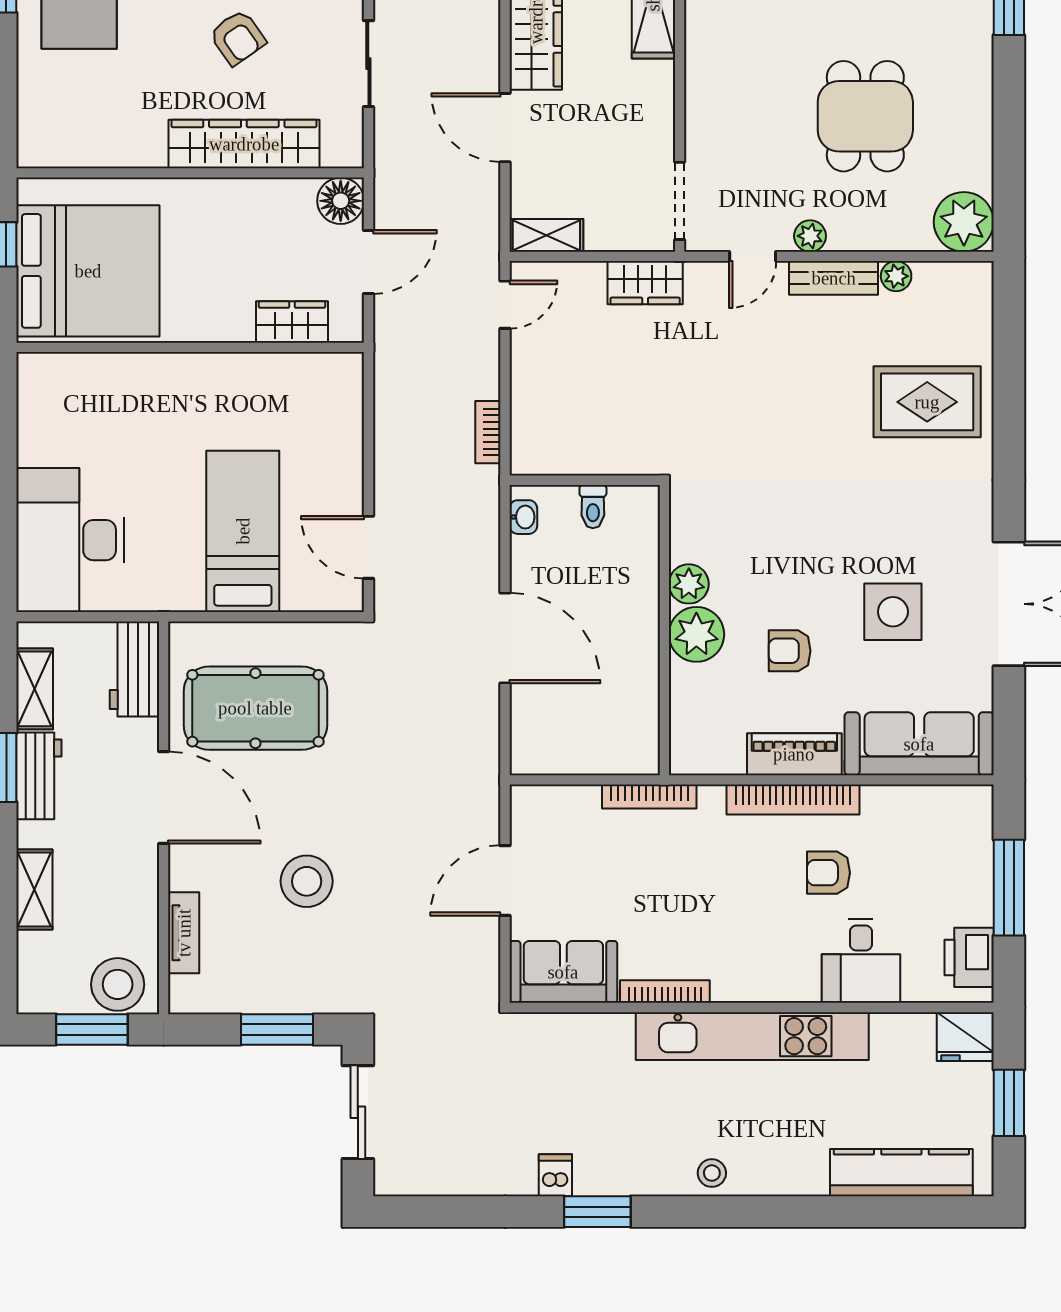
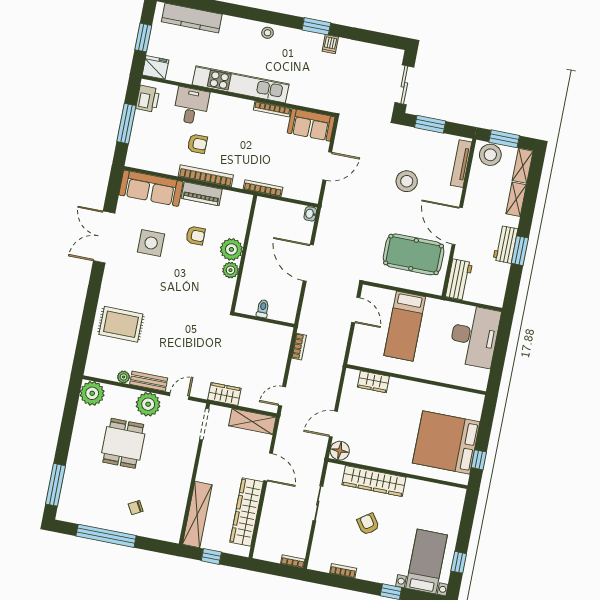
shelving: (546, 235) -> (252, 421), width x1.50, depth x1.33
plant: (810, 236) -> (148, 404), width x1.87, depth x1.87
wardrobe: (292, 322) -> (373, 382), moved
wall: (190, 347) -> (416, 380), moved
washbasin: (523, 517) -> (310, 214), moved
shelving: (35, 689) -> (523, 166), moved
tv unit: (184, 933) -> (461, 164), width x1.41

